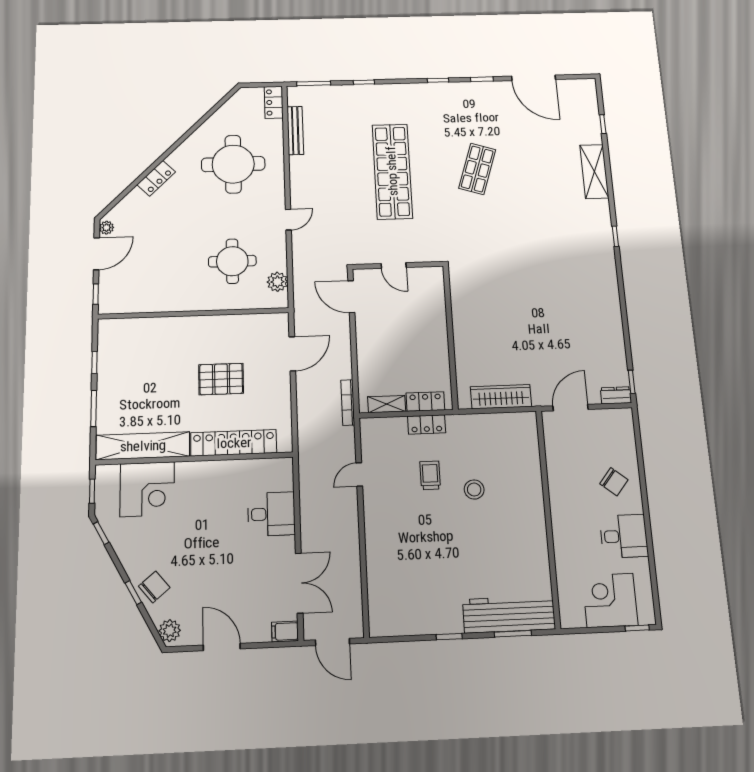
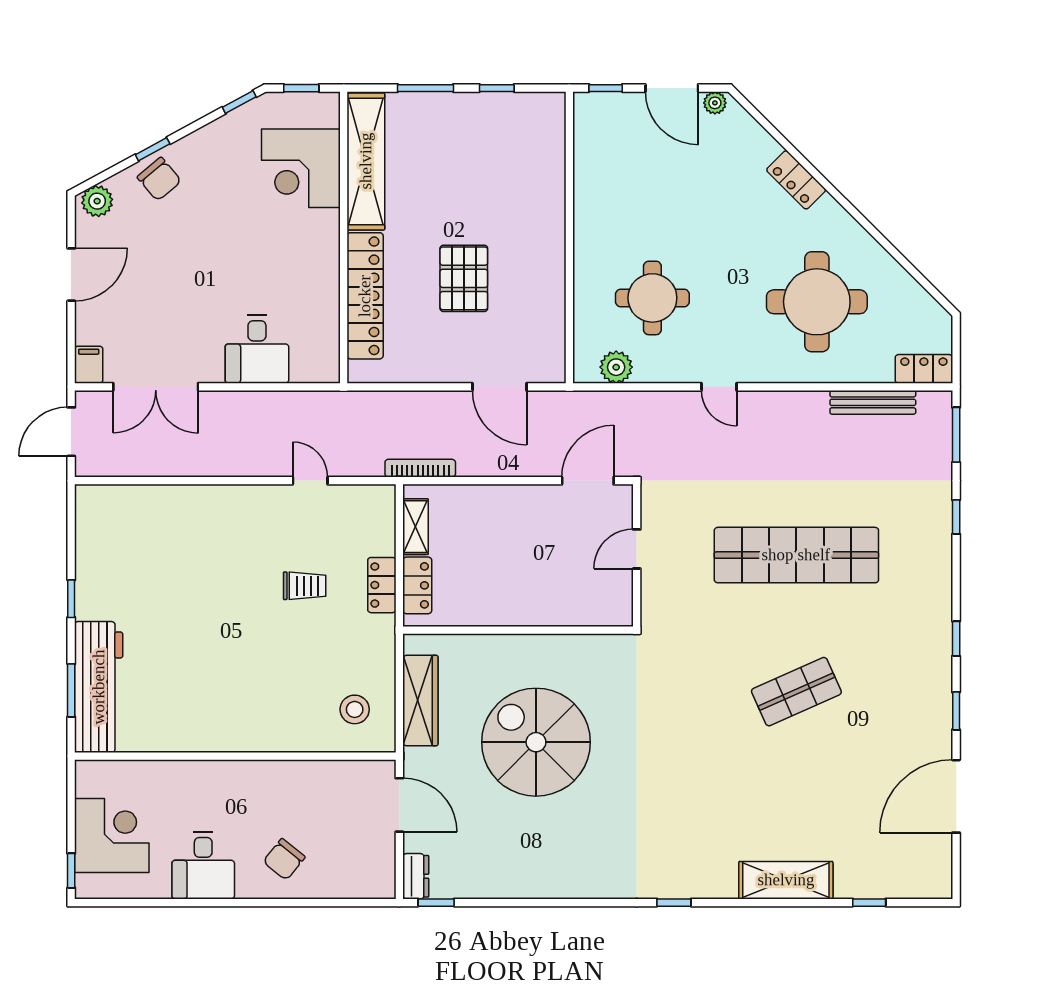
shop shelf: (477, 169) -> (796, 692), turned -42
spiral stairs: (522, 323) -> (536, 742), added
stool: (474, 490) -> (355, 709), moved

